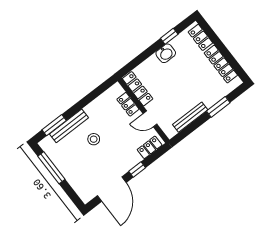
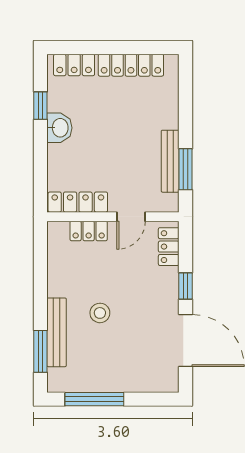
window: (218, 107) -> (185, 169), moved

